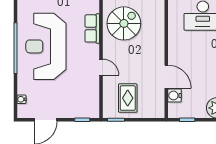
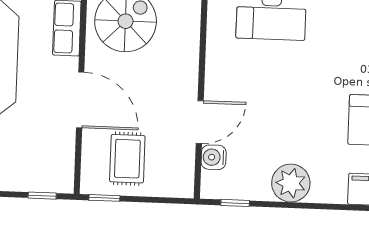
door: (101, 67) -> (80, 100), width x1.88
door: (166, 77) -> (200, 122), hinge flipped

